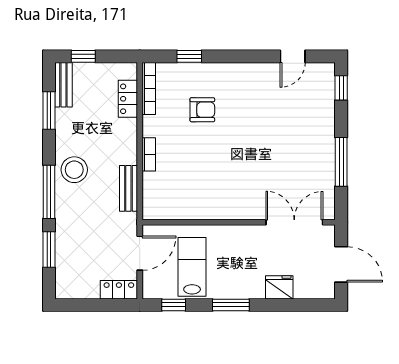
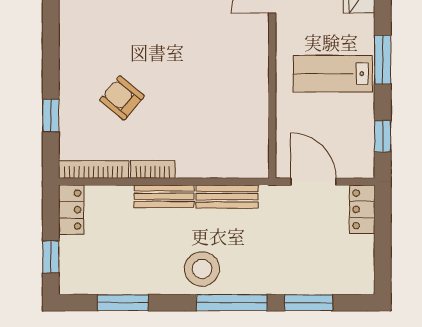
bench: (63, 85) -> (164, 196), moved
locker: (128, 99) -> (71, 210), moved, turned -90
armchair: (202, 110) -> (122, 98), turned -50
bookcase: (149, 154) -> (153, 170), moved
lab bench: (192, 267) -> (333, 74), moved

